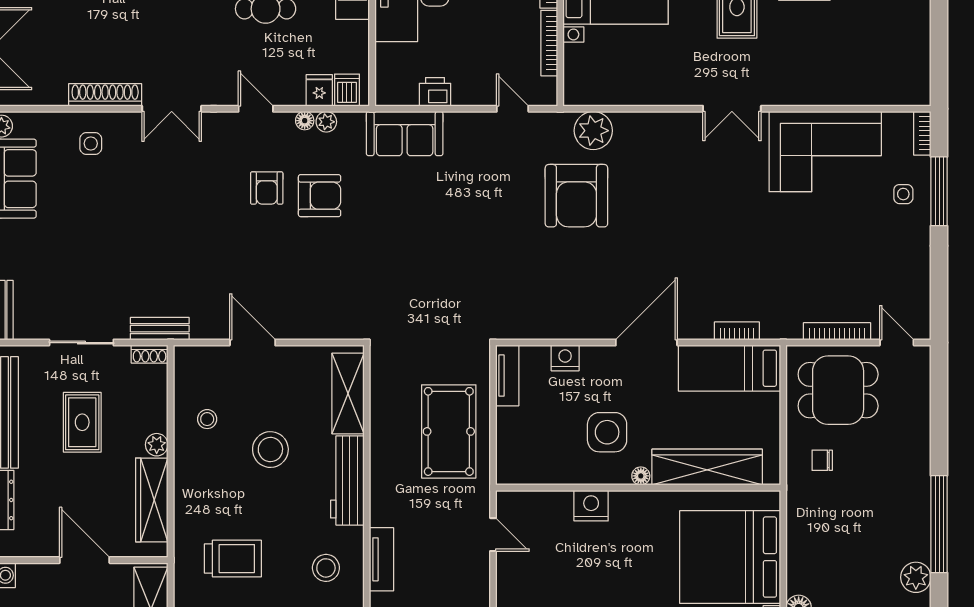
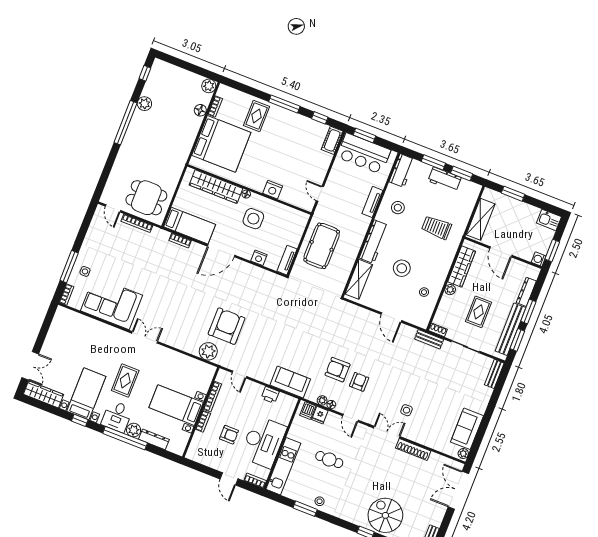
side table: (91, 143) -> (406, 410), moved
chair: (822, 460) -> (165, 170), removed

